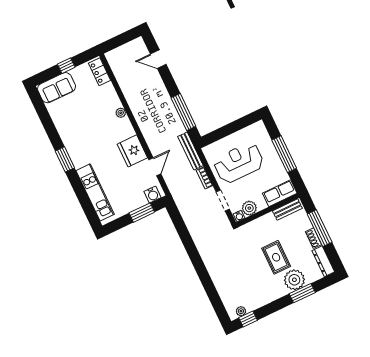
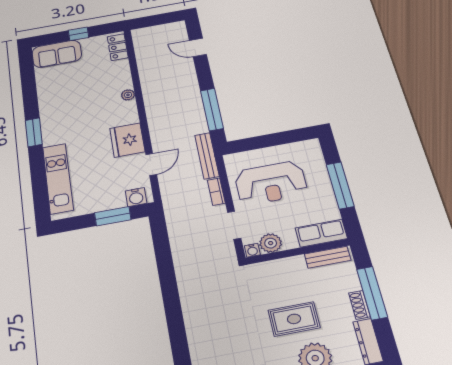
reception desk: (239, 163) -> (271, 183), turned 180
rug: (276, 257) -> (294, 319), turned 90

